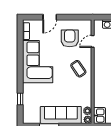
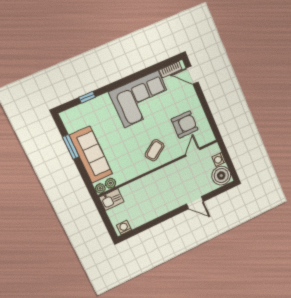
door: (50, 17) -> (192, 75), moved
door: (93, 41) -> (193, 152), hinge flipped

